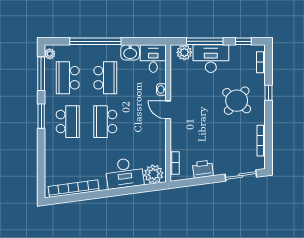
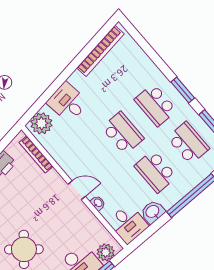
bookcase: (175, 163) -> (36, 154), width x1.56
desk: (124, 173) -> (67, 102), width x0.73

